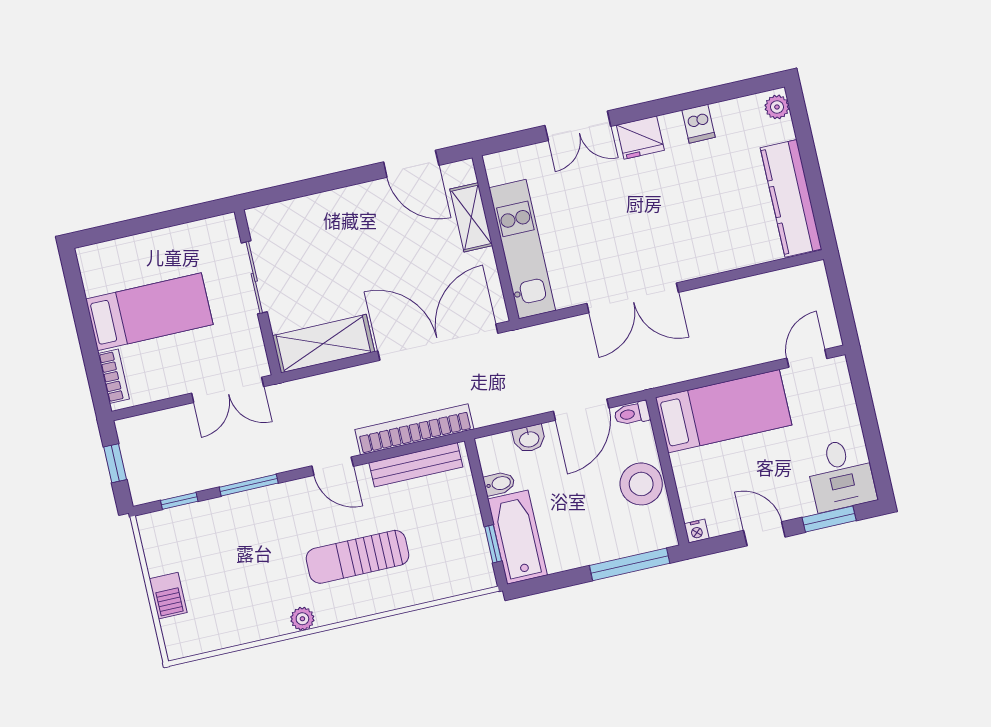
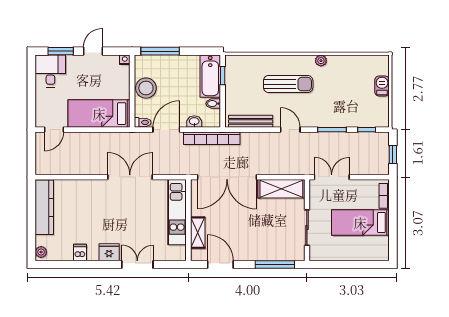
window: (302, 189) -> (275, 265), added
bookcase: (414, 429) -> (212, 138), moved
door: (764, 534) -> (93, 51), swing flipped

